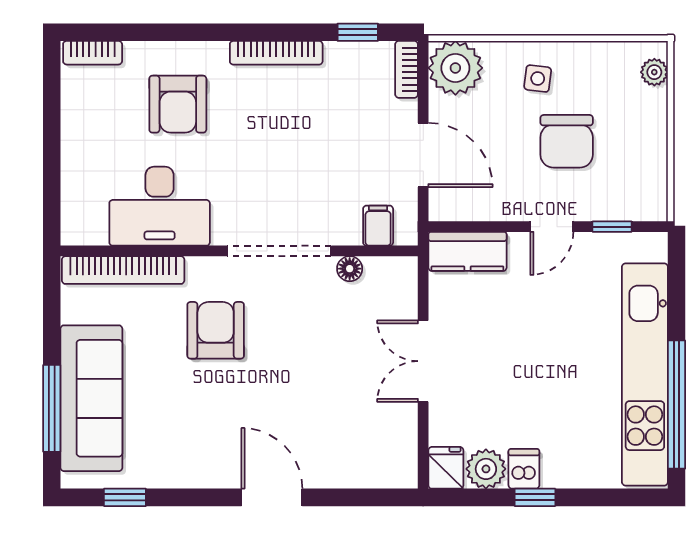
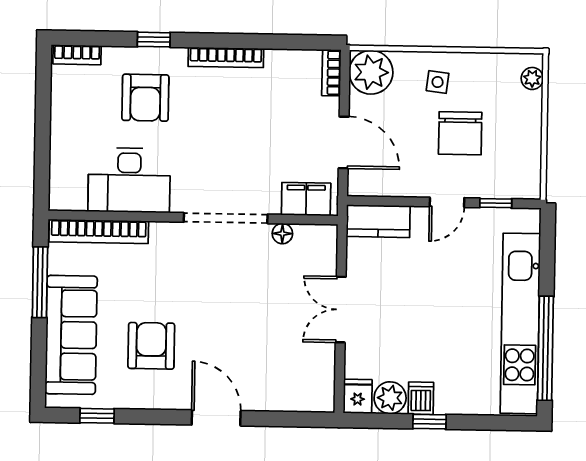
window: (358, 32) -> (154, 40), moved
filing cabinet: (378, 226) -> (306, 199), width x2.00
armchair: (216, 330) -> (151, 346), moved
window: (52, 408) -> (40, 282), moved

